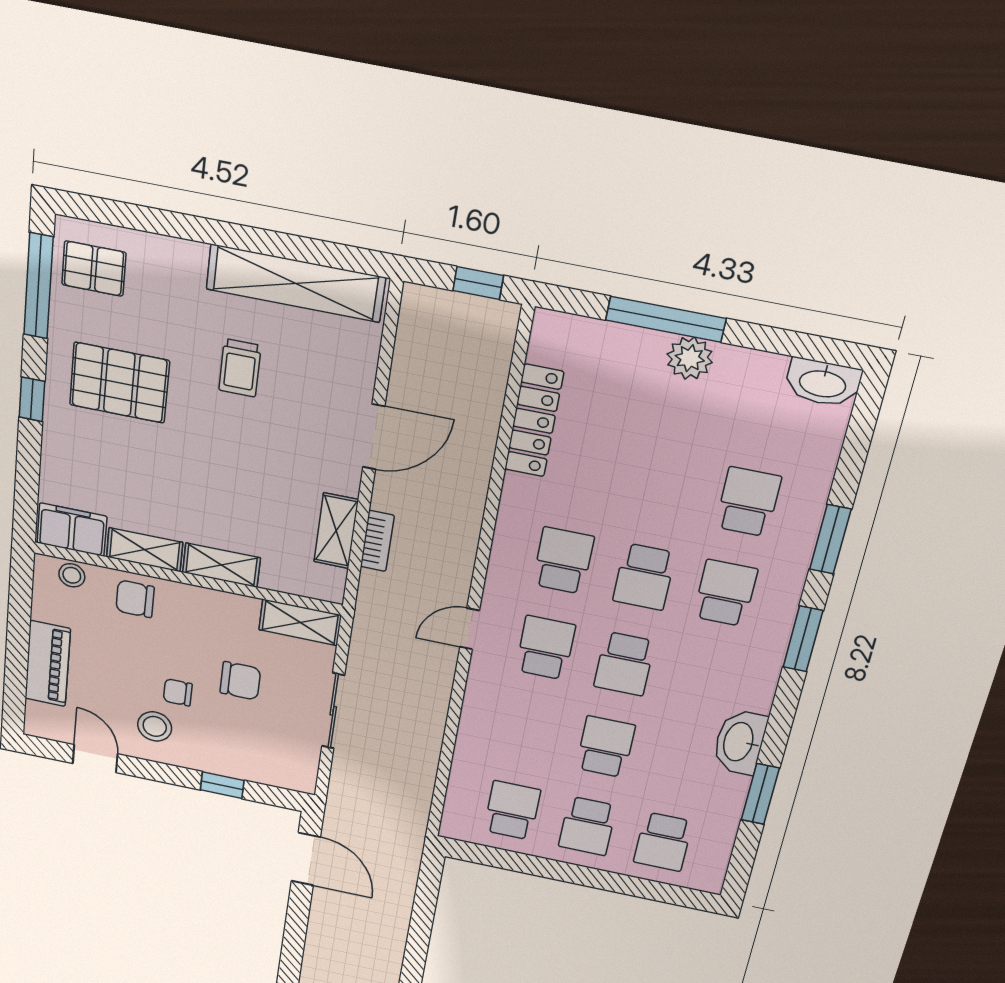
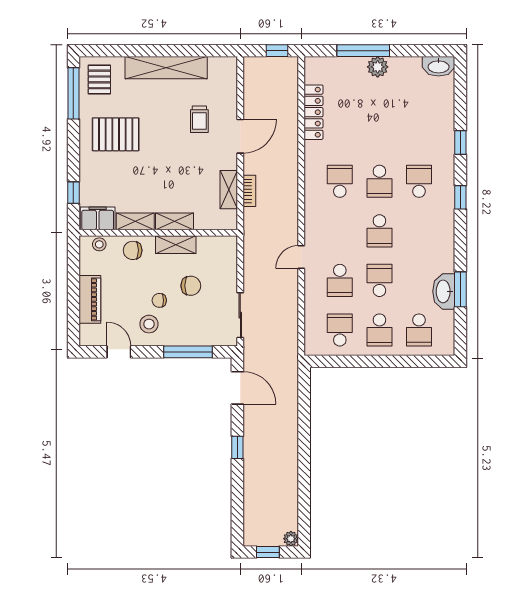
pallet: (94, 269) -> (99, 79), turned 90
shelving: (295, 283) -> (166, 68), moved
trolley: (240, 368) -> (199, 119), moved
window: (32, 399) -> (73, 193), moved
school desk: (748, 502) -> (419, 132), removed
window: (830, 539) -> (460, 142), width x0.67
shelving: (300, 622) -> (176, 245), moved
door: (469, 629) -> (301, 257), moved
window: (803, 639) -> (460, 197), width x0.67
school desk: (545, 648) -> (340, 280), moved, turned 180
sliding door: (333, 711) -> (240, 315), moved
washbasin: (740, 742) -> (444, 291), moved
window: (222, 785) -> (188, 352), width x2.17
window: (293, 946) -> (237, 447), added

